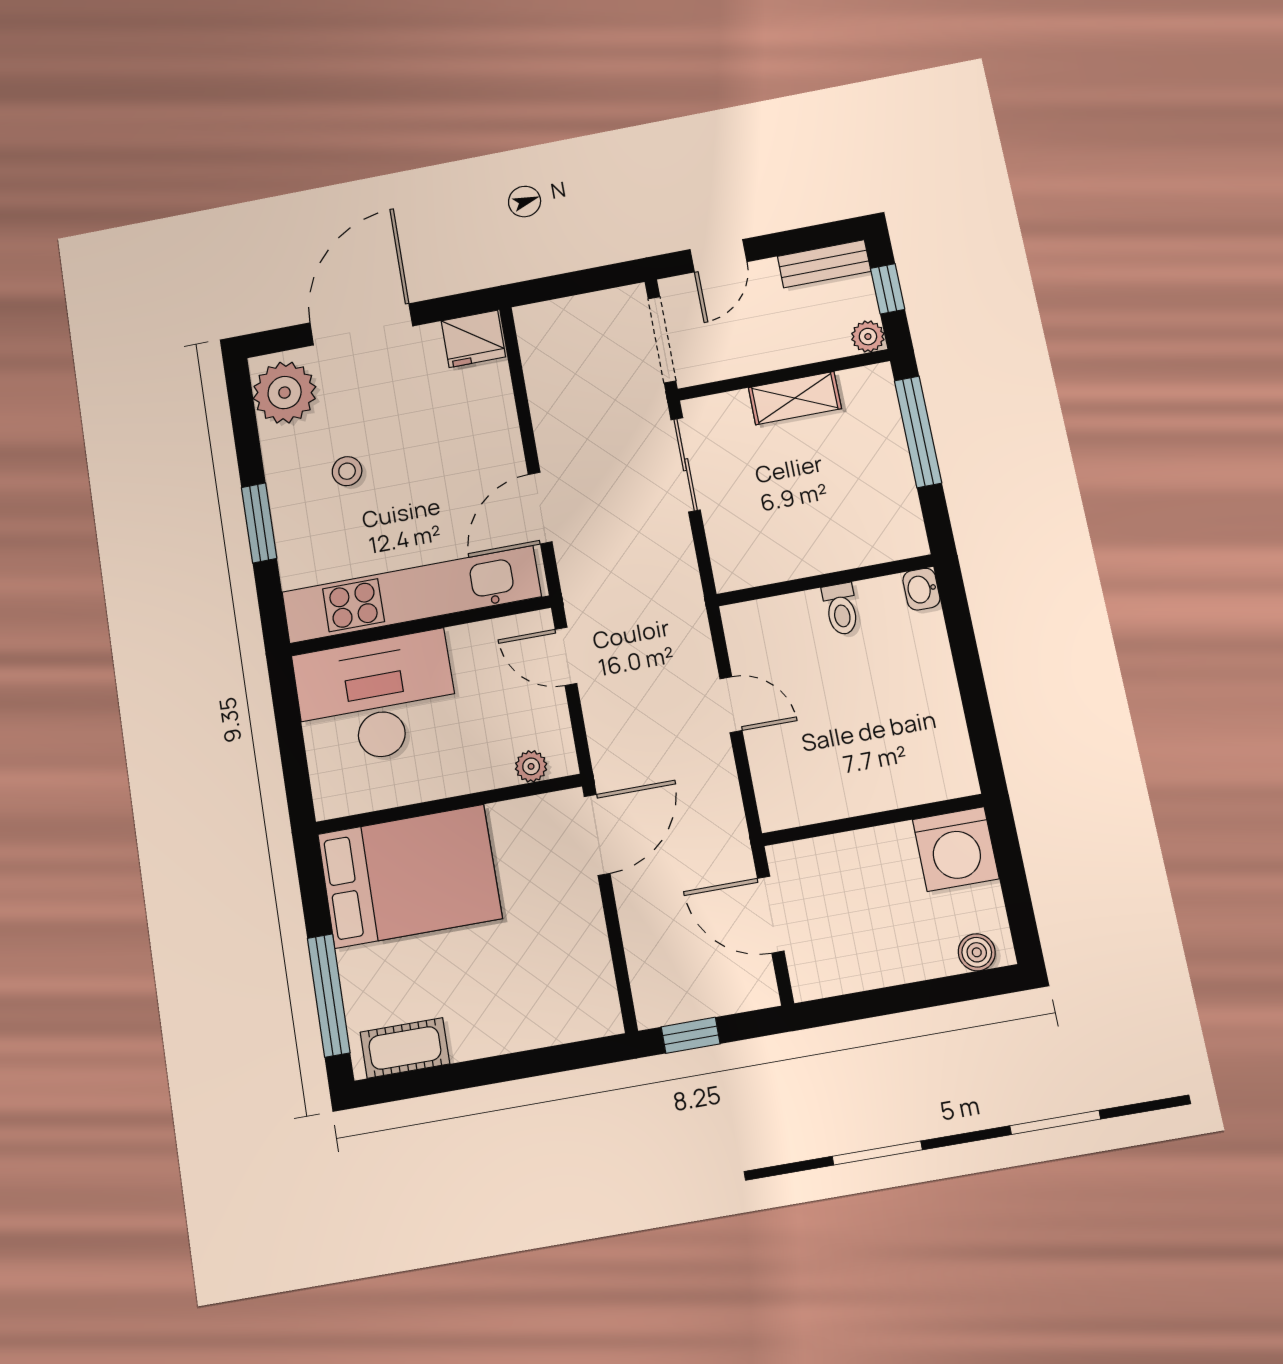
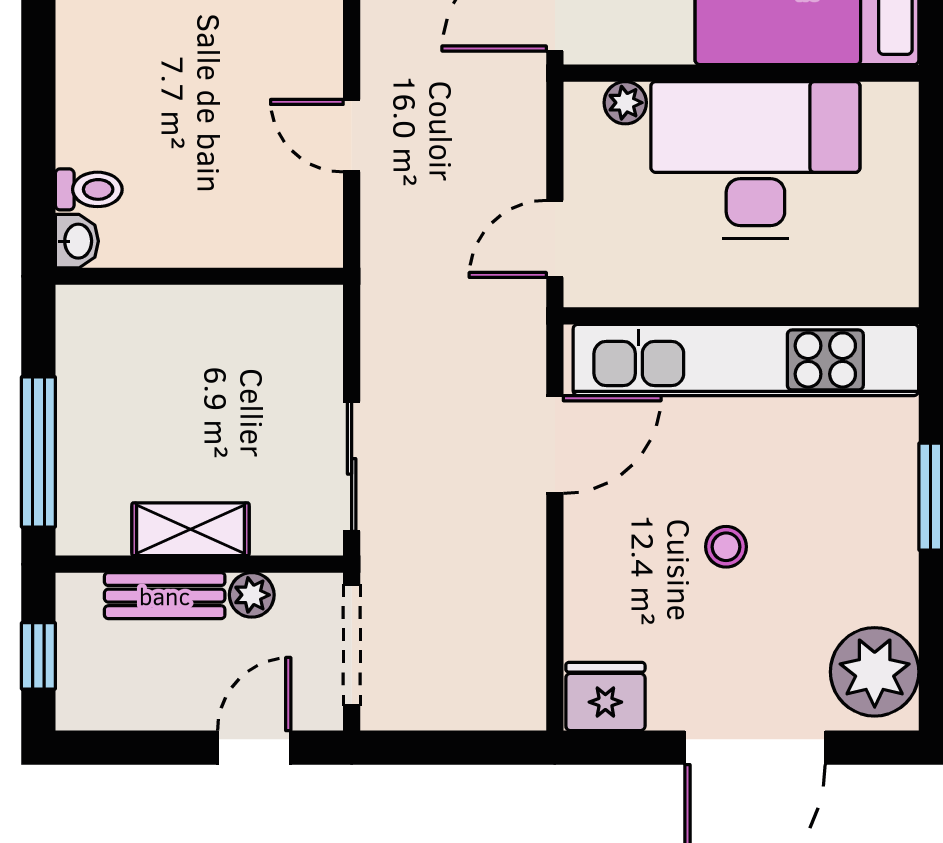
bench: (824, 264) -> (165, 596), moved
plant: (868, 337) -> (252, 595), moved
stool: (347, 471) -> (726, 547), moved
toilet: (841, 609) -> (89, 189), moved, turned 90
door: (566, 656) -> (555, 239), swing flipped
desk: (376, 699) -> (755, 160), moved, turned 180

